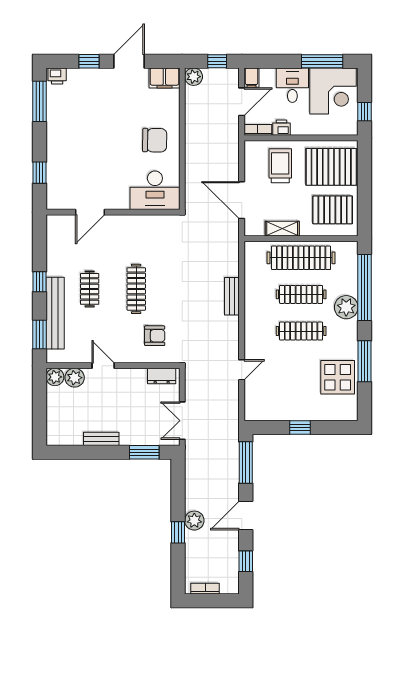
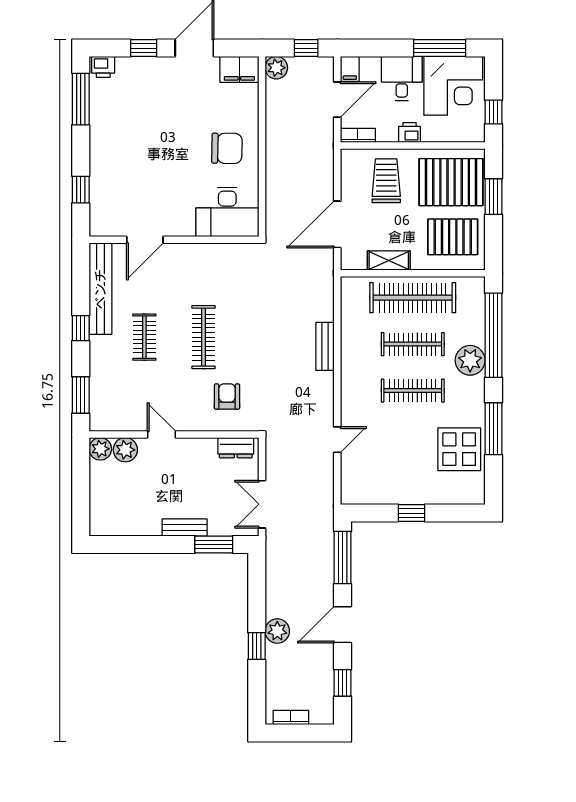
printer: (281, 128) -> (409, 132), moved
window: (365, 178) -> (493, 197), added
door: (242, 200) -> (337, 224), hinge flipped
bench: (55, 313) -> (100, 289), moved
armchair: (155, 336) -> (227, 396), turned -90
bench: (101, 439) -> (185, 528), moved

